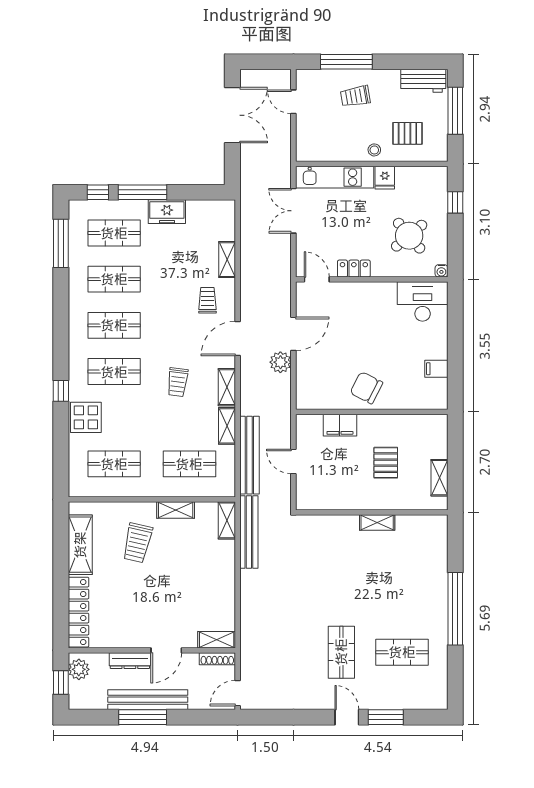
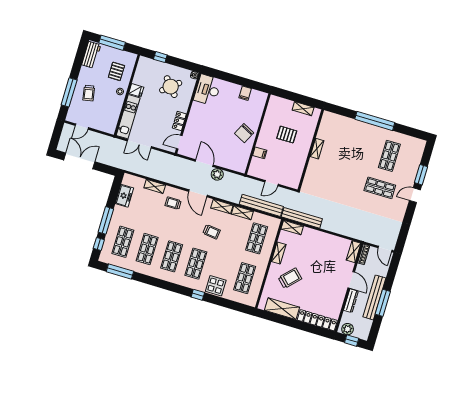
freezer: (167, 212) -> (124, 196), moved
filing cabinet: (340, 425) -> (260, 153), width x0.50
trolley: (137, 543) -> (290, 278), turned -59

